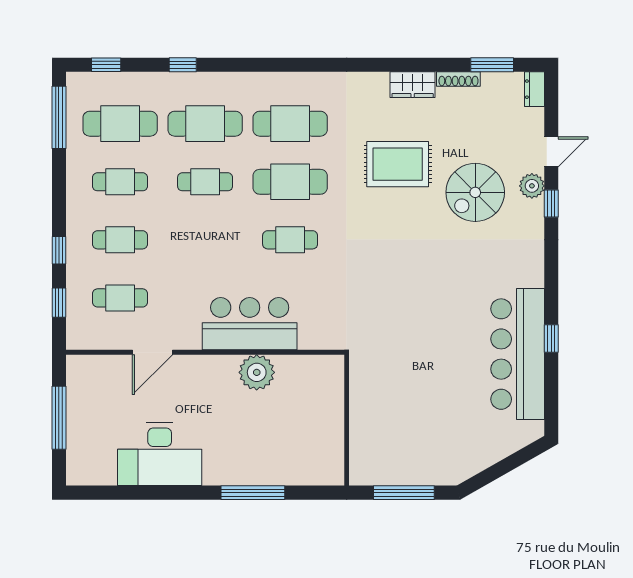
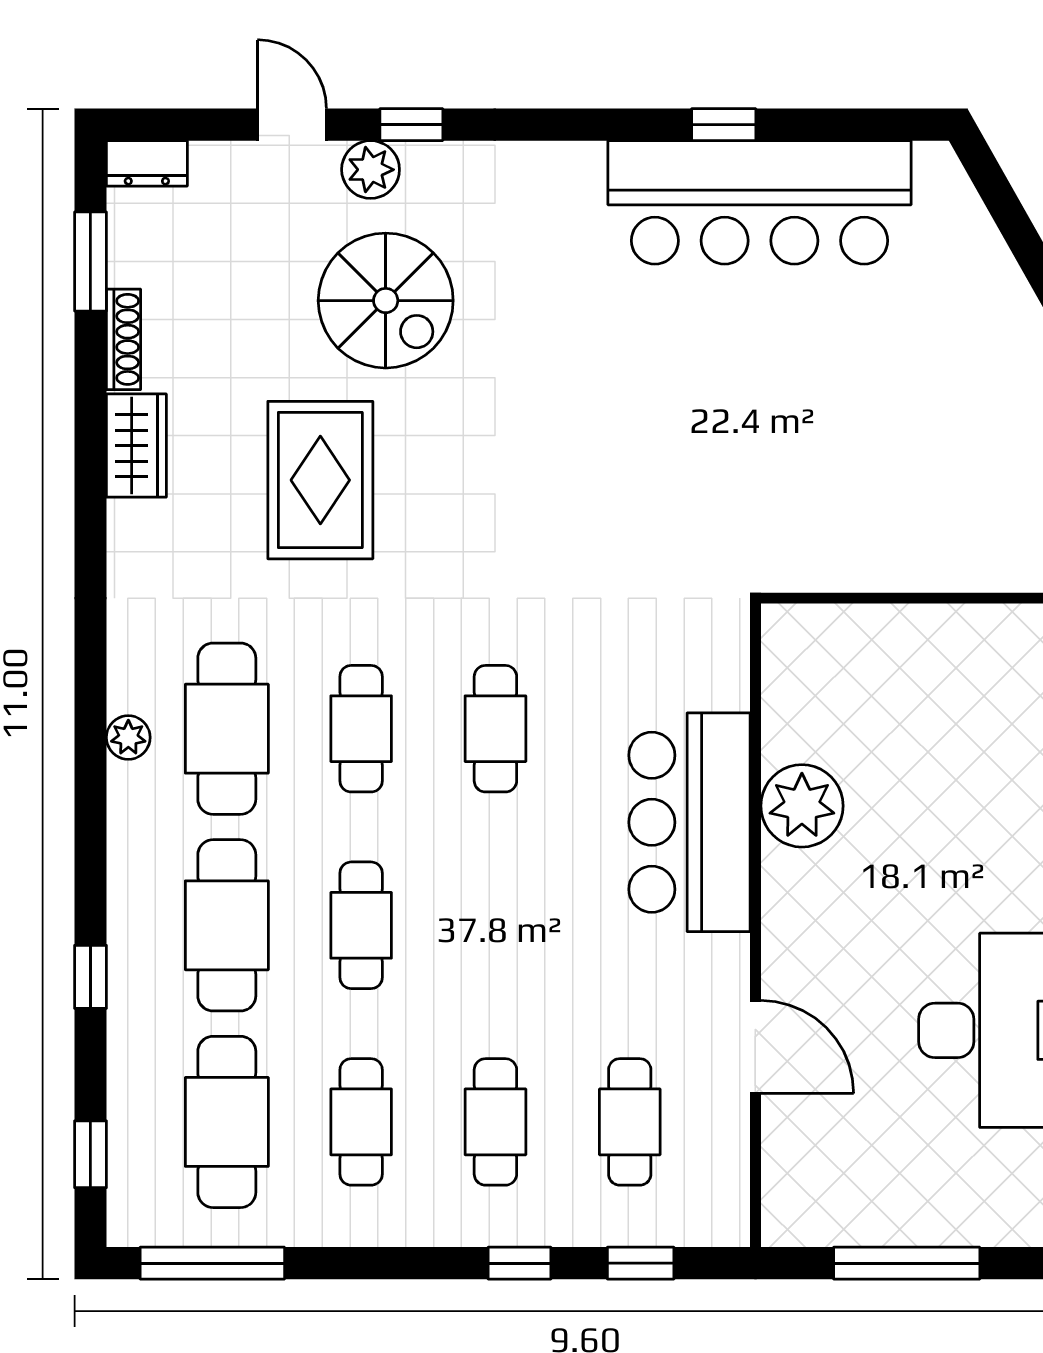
plant: (286, 81) -> (128, 737), added
cafe table: (290, 182) -> (361, 729), width x0.73, depth x0.74

